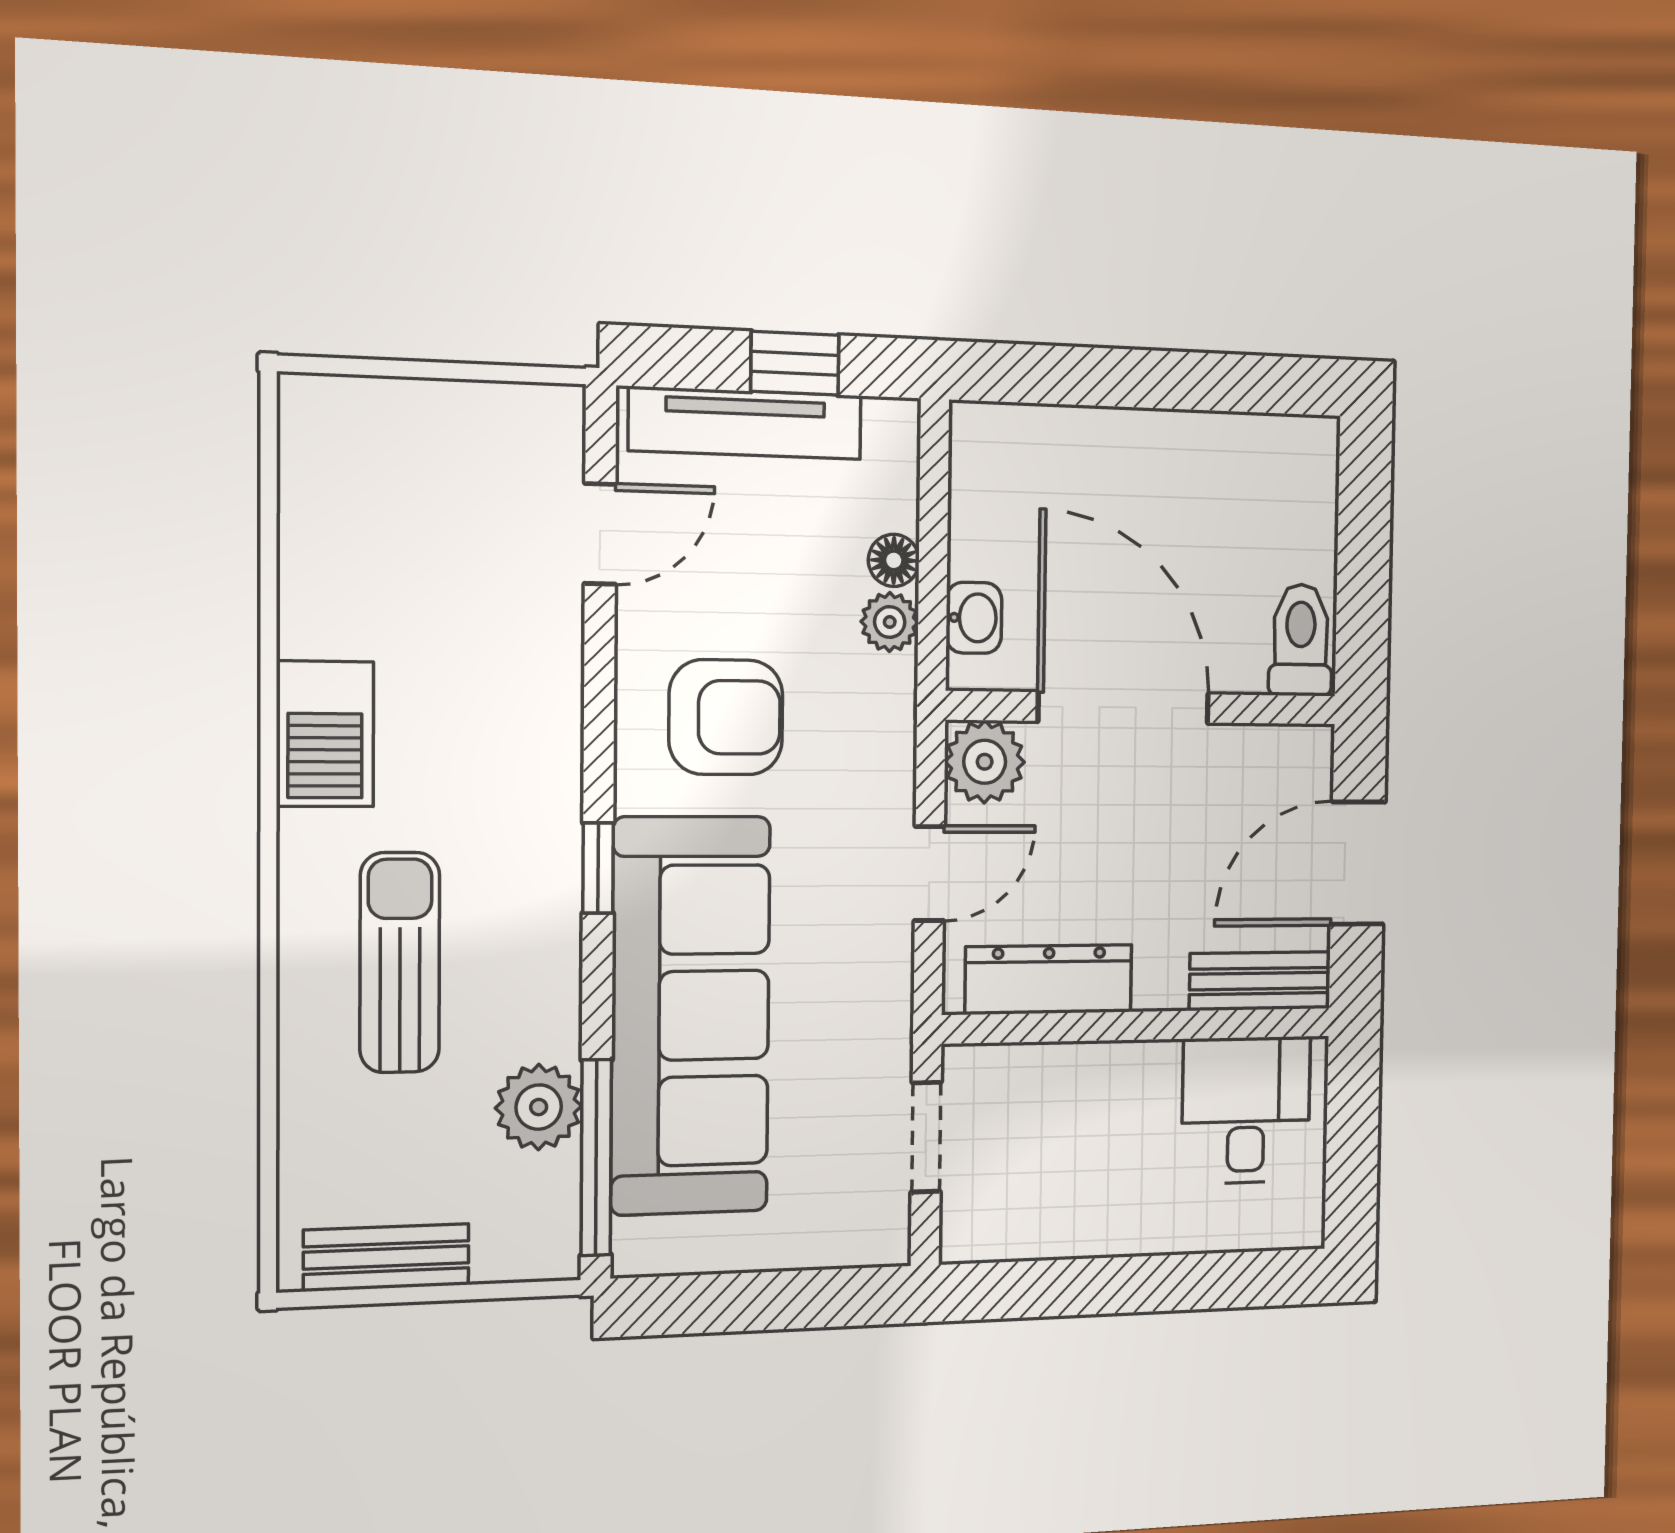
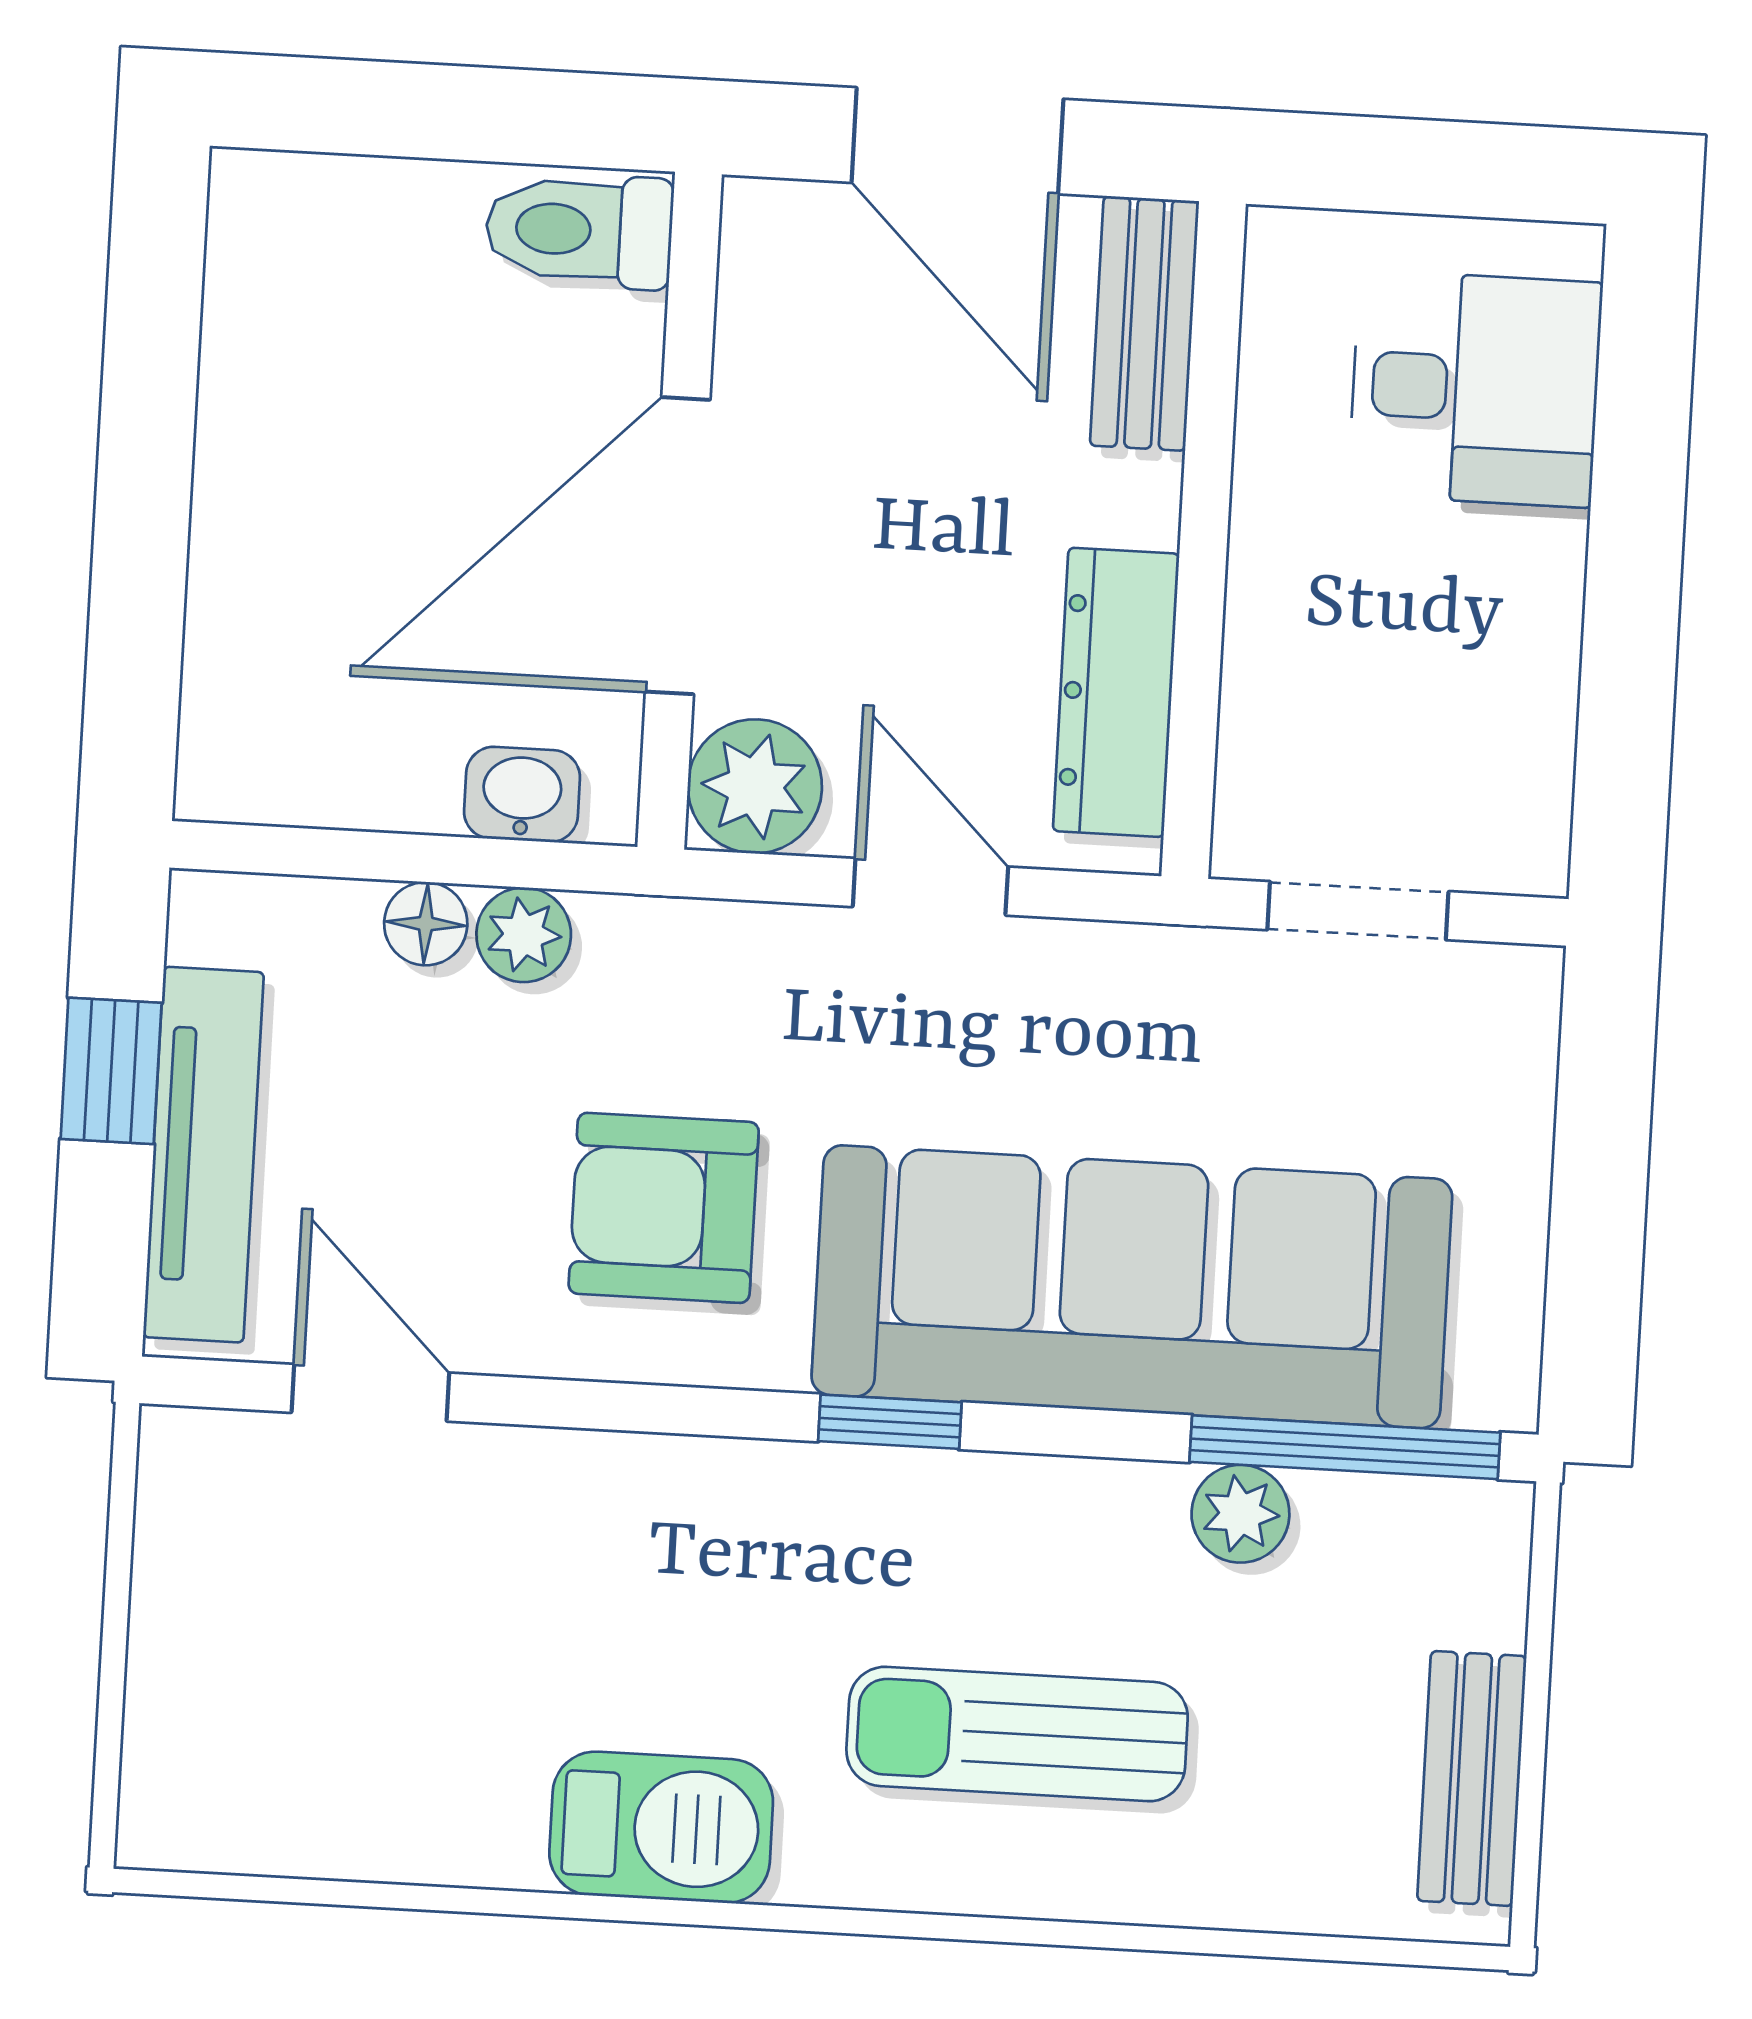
armchair: (726, 717) -> (664, 1208), turned -90
plant: (539, 1107) -> (1240, 1514), width x0.73, depth x0.73
desk: (1246, 1110) -> (1475, 389), moved, turned 180

